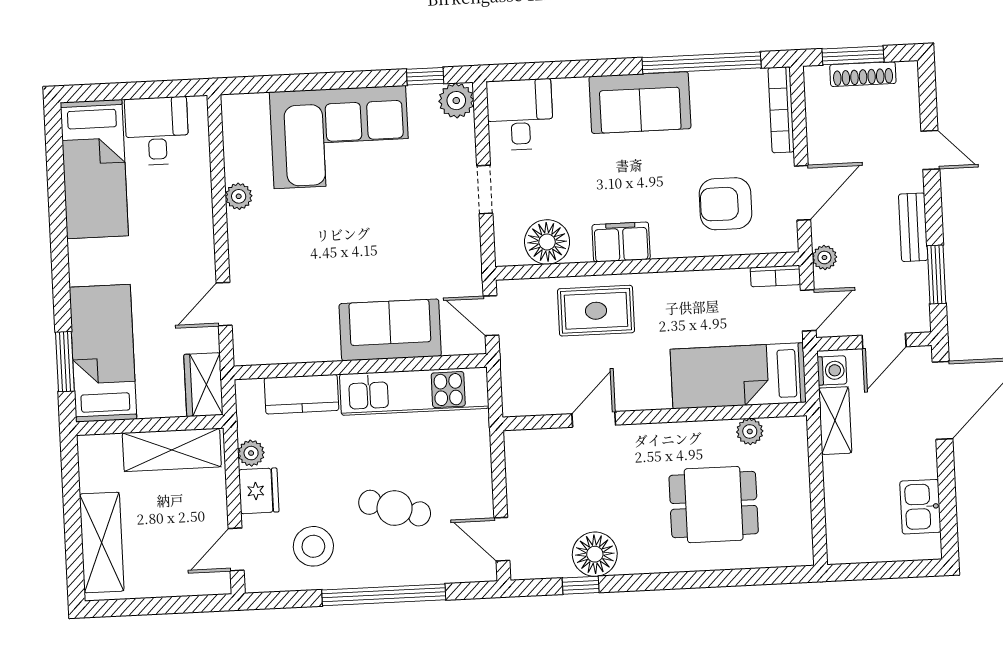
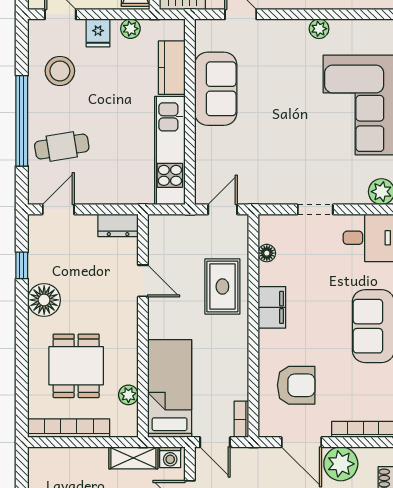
armchair: (725, 204) -> (296, 385), turned 90
floor lamp: (547, 242) -> (267, 253), width x0.53, depth x0.53
plant: (824, 257) -> (341, 464), moved, width x1.87, depth x1.87
sofa: (390, 330) -> (216, 89), moved
dresser: (520, 457) -> (118, 225), added
fridge: (259, 491) -> (98, 33), width x0.72
cafe table: (395, 508) -> (62, 146), moved, turned 65
bookcase: (799, 511) -> (69, 428), added
floor lamp: (595, 554) -> (44, 300), moved

